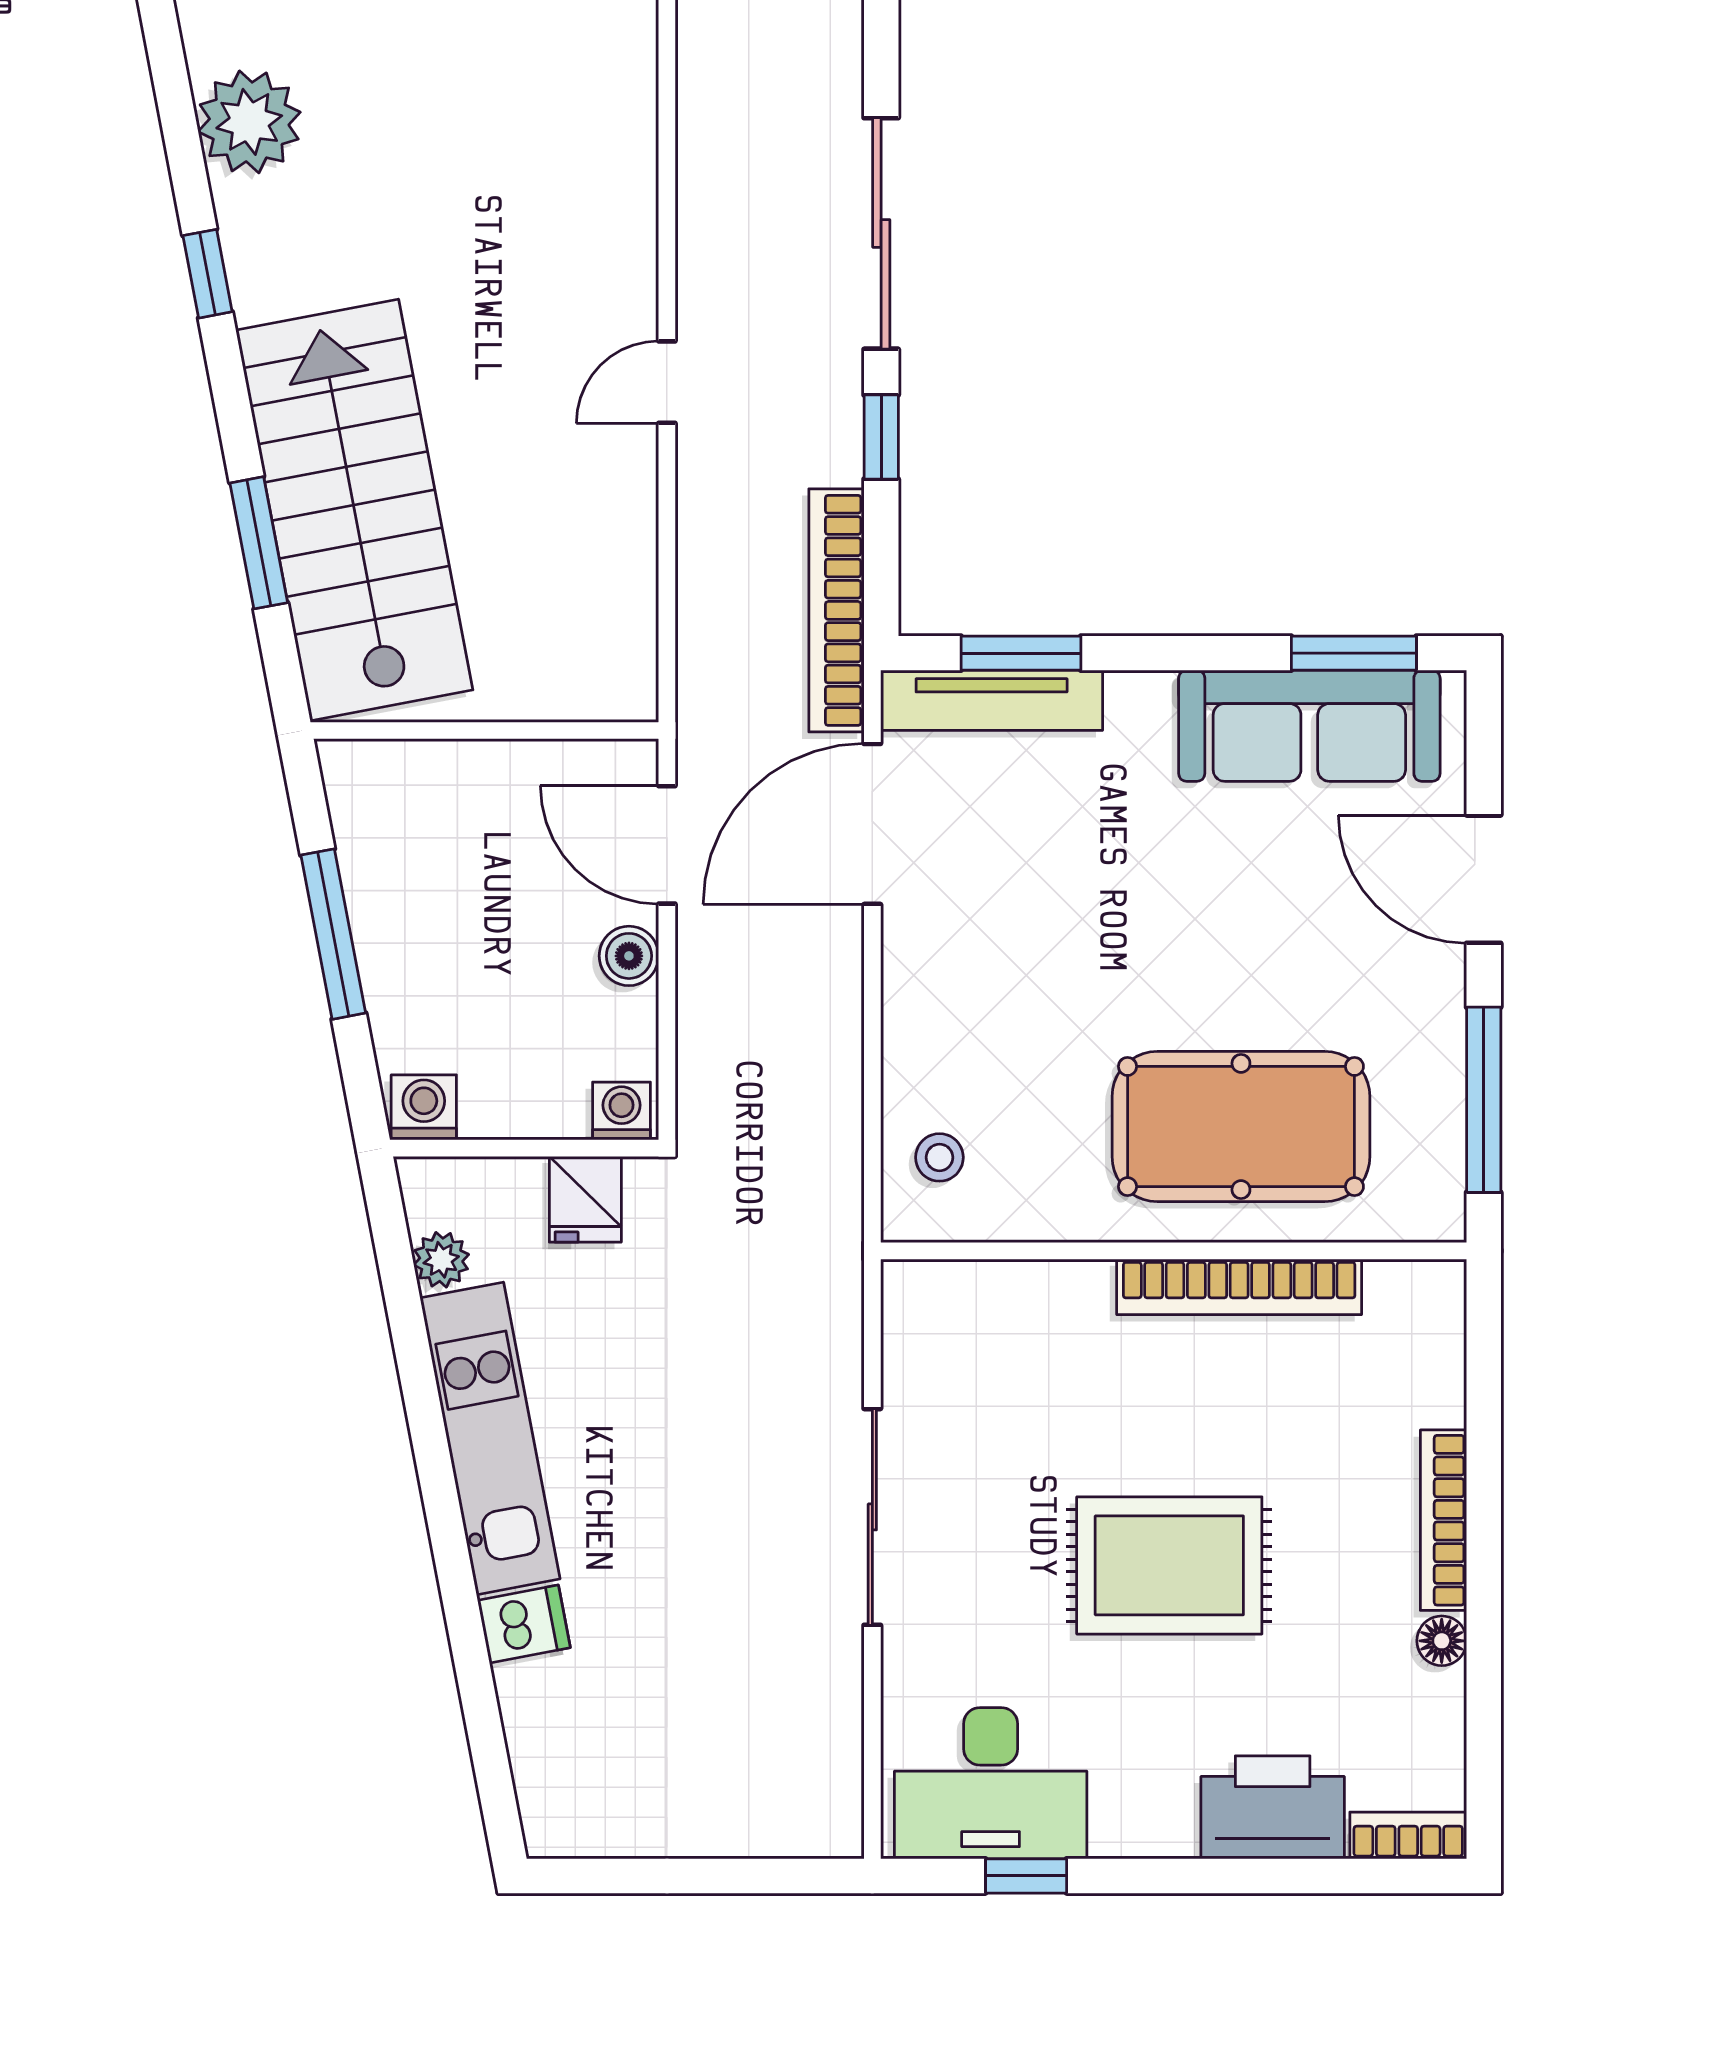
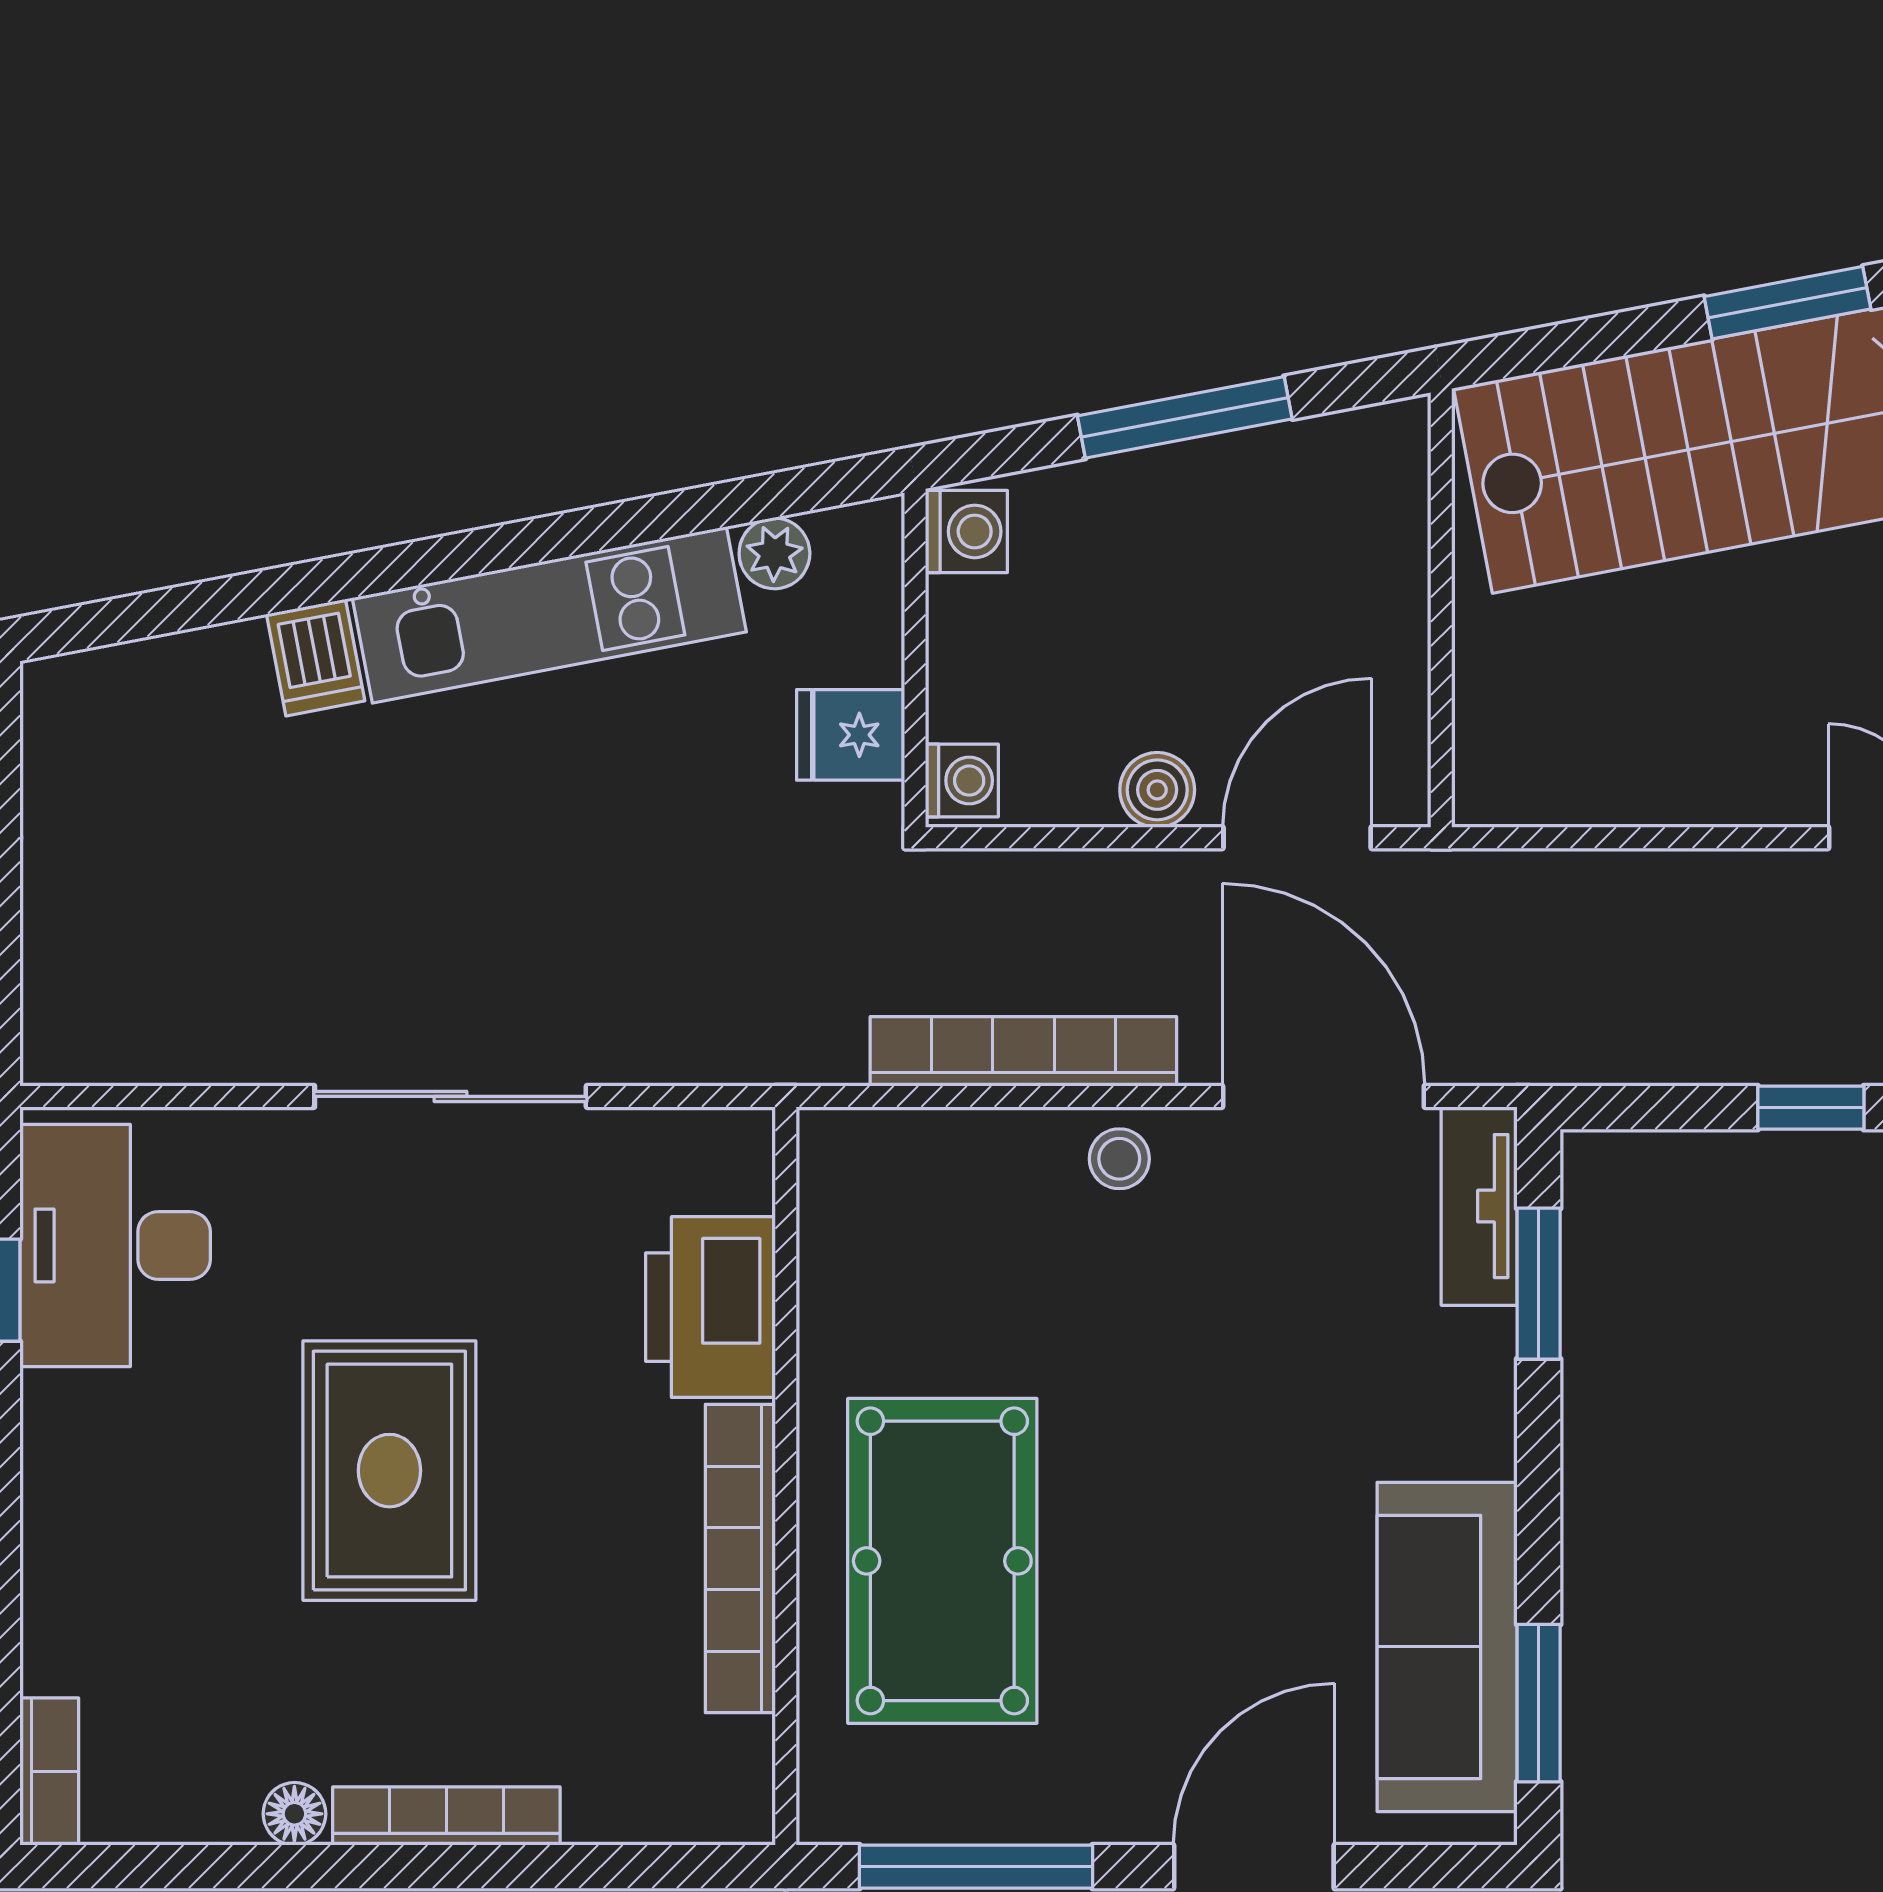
window: (259, 543) -> (1787, 303), moved
bookcase: (836, 610) -> (1023, 1051), moved
tv unit: (992, 700) -> (1479, 1206), width x0.71
stool: (939, 1157) -> (1119, 1159), moved
printer: (1273, 1807) -> (710, 1307), moved, turned 180

